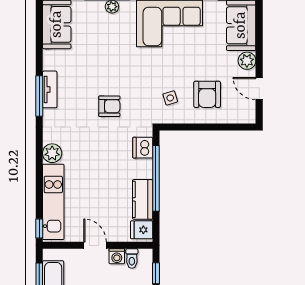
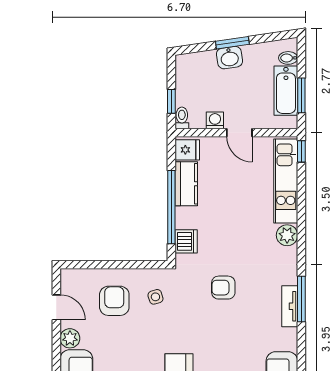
toilet: (132, 258) -> (182, 118), moved

